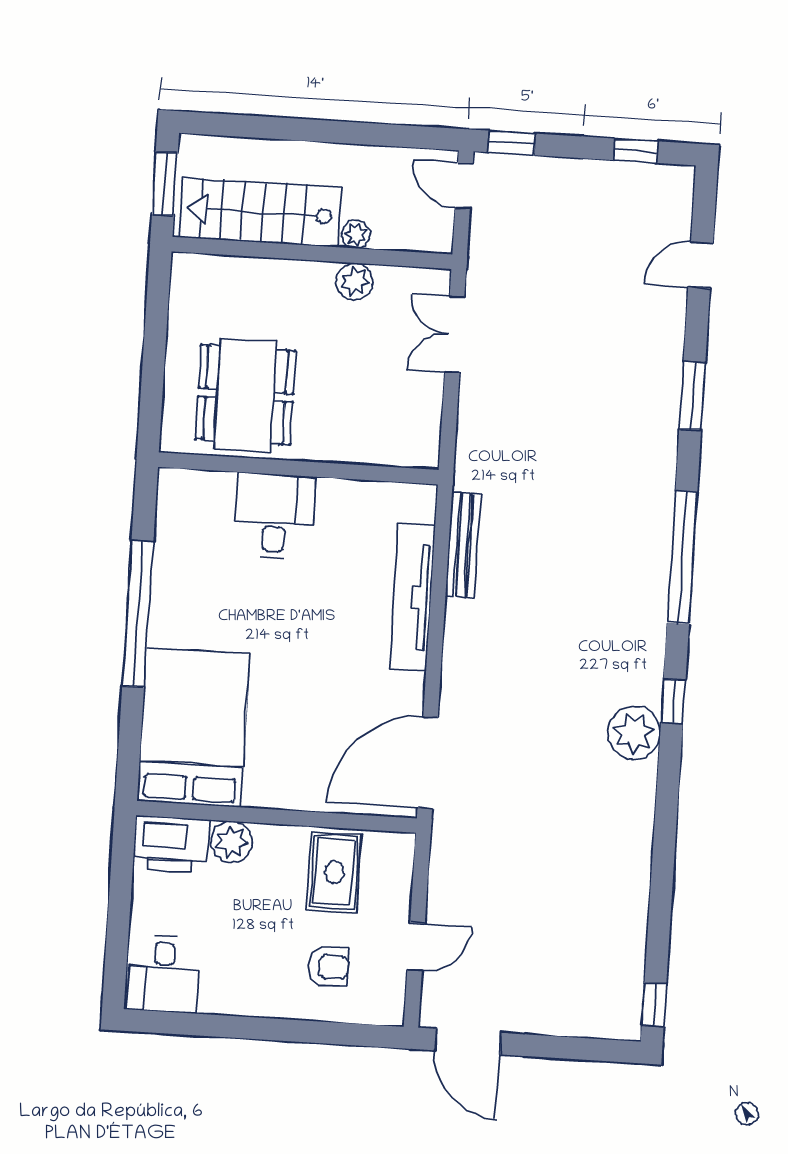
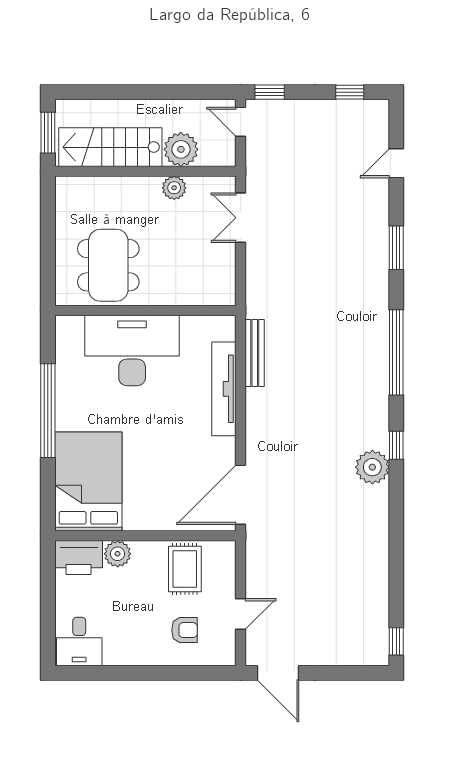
plant: (356, 234) -> (181, 149), width x1.88, depth x1.88
desk: (275, 516) -> (132, 350), width x1.87, depth x1.30

